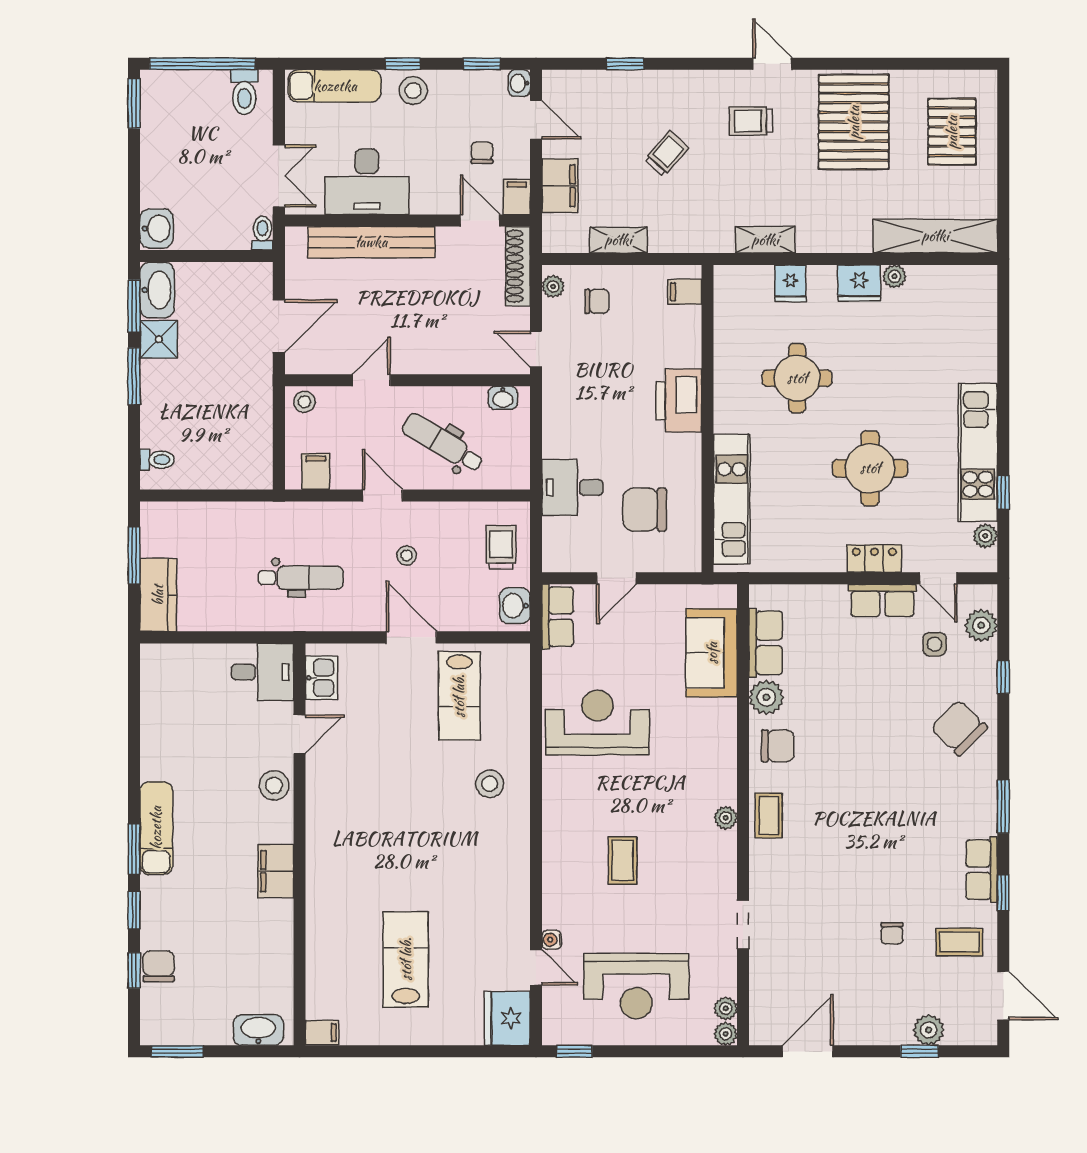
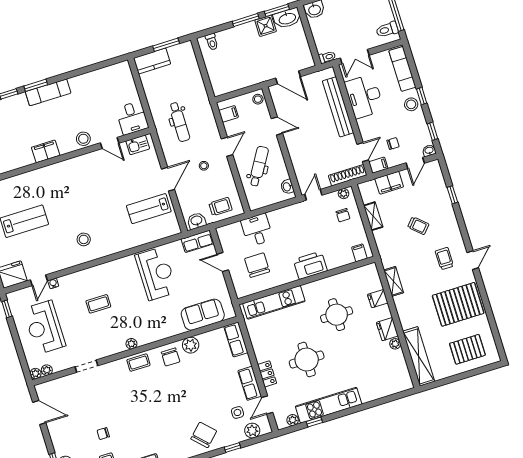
row of seats: (766, 643) -> (236, 339), moved, turned 90
stool: (490, 784) -> (84, 239), moved

